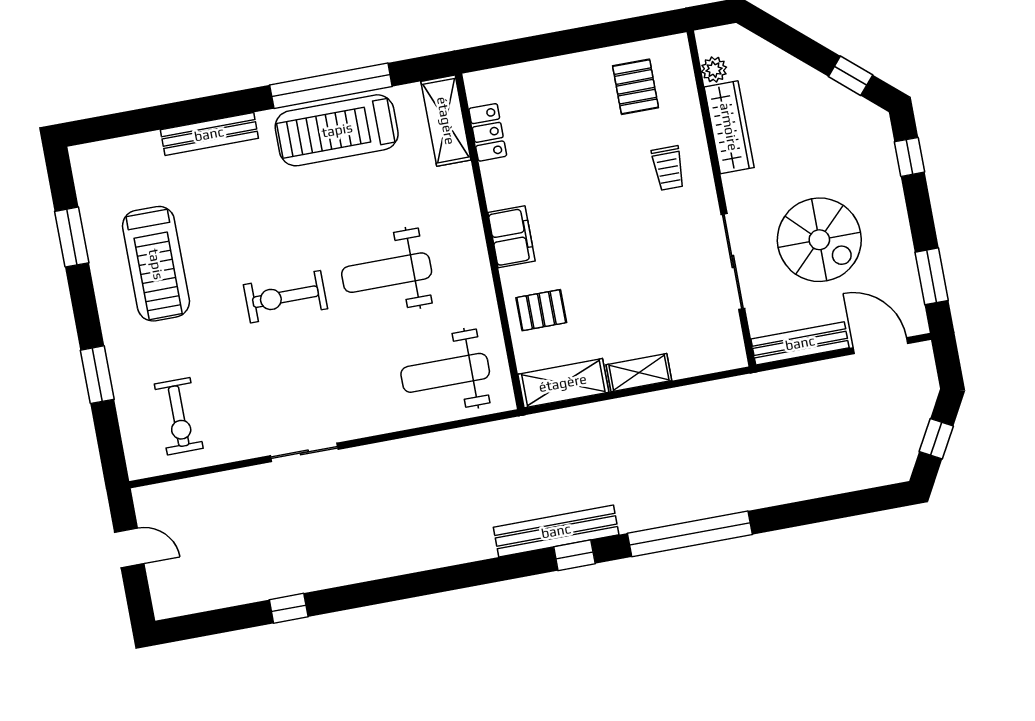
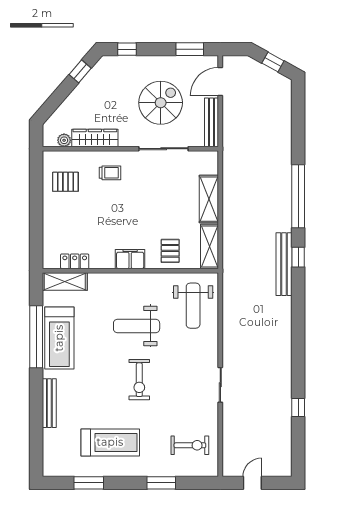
weight bench: (387, 273) -> (137, 326), turned 90
shelving: (639, 373) -> (209, 199), width x1.50, depth x1.33

